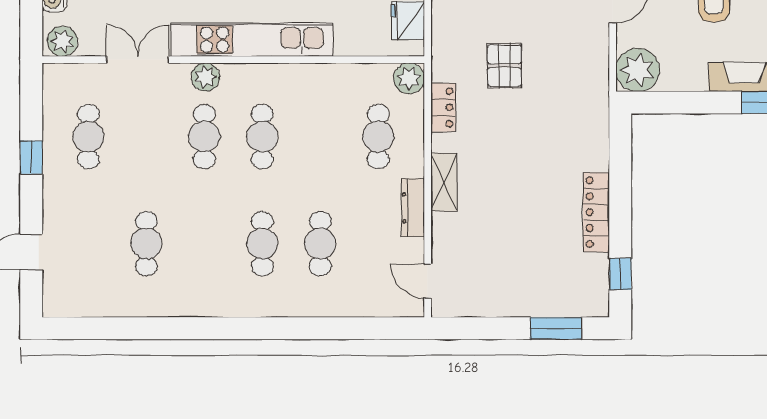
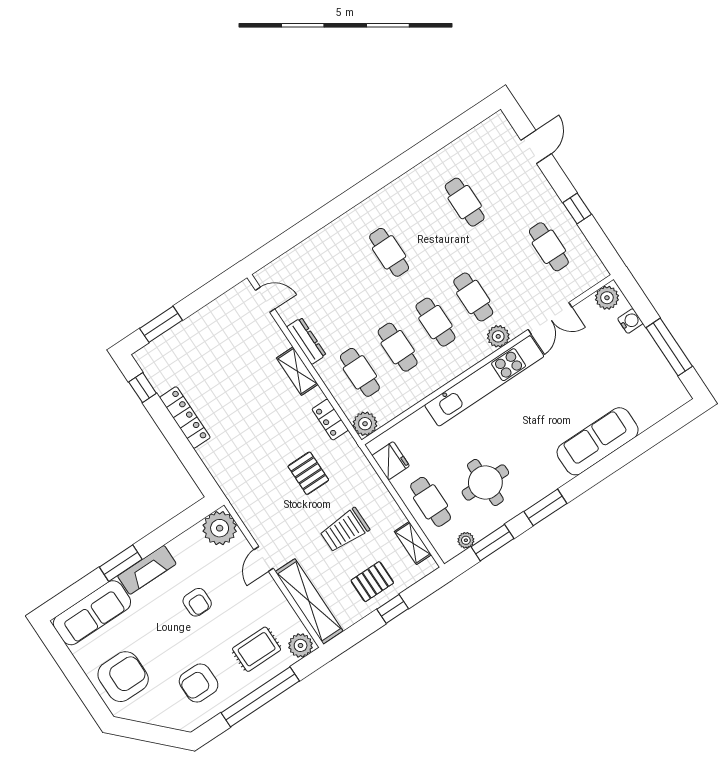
cafe table: (320, 244) -> (398, 347), moved

